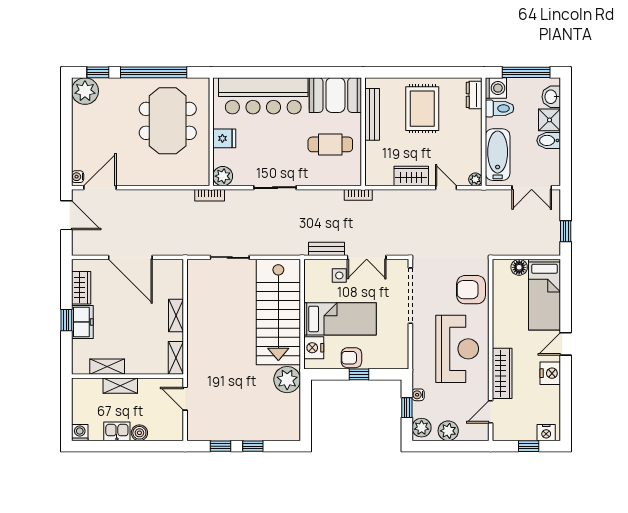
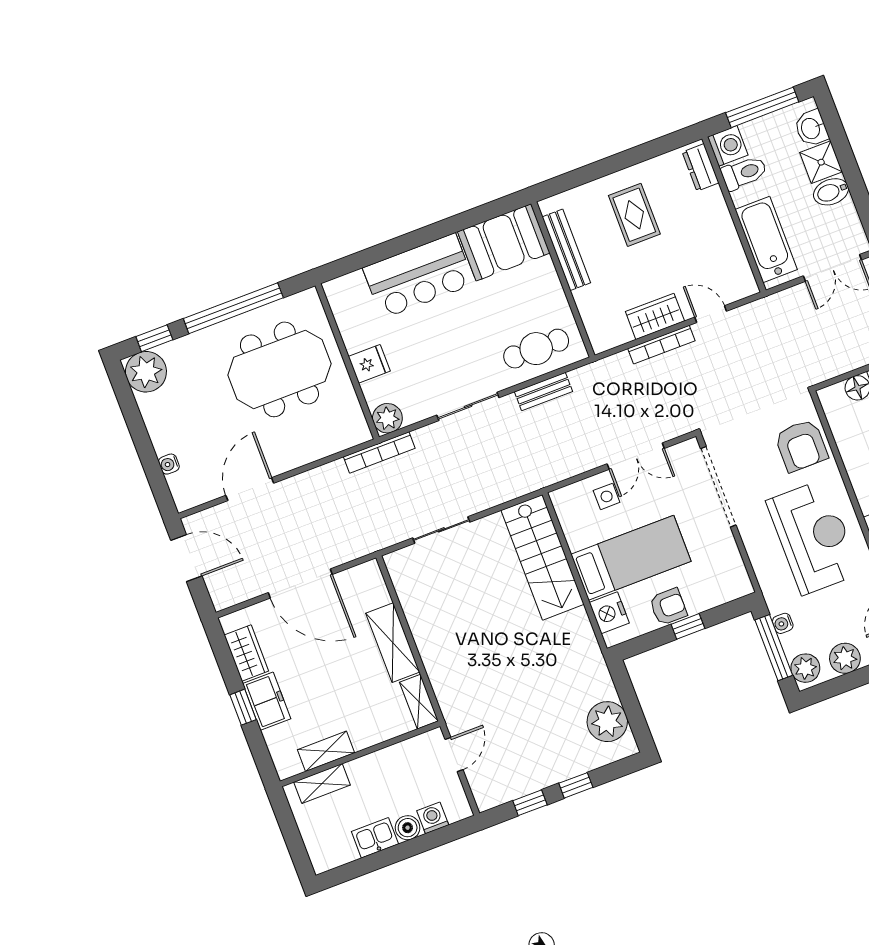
bar counter: (263, 96) -> (419, 276), width x0.73
rug: (422, 109) -> (634, 215), width x0.73, depth x0.70
meeting table: (168, 121) -> (279, 369), turned 90
cafe table: (330, 144) -> (536, 349), moved
water cooler: (78, 177) -> (169, 464), moved
plant: (475, 179) -> (748, 287), removed
door: (100, 188) -> (250, 489), moved
bookcase: (210, 195) -> (379, 452), width x1.56
bookcase: (358, 195) -> (661, 345), moved, width x1.56
bench: (327, 249) -> (543, 392), moved
armchair: (471, 290) -> (801, 446), turned -90
stairs: (278, 312) -> (543, 557), width x0.73, depth x0.66
shelving: (176, 316) -> (393, 643), width x1.50, depth x1.33
armchair: (351, 358) -> (668, 607), turned 180
plant: (287, 380) -> (607, 722), moved
shelving: (120, 386) -> (322, 784), moved
door: (185, 399) -> (454, 755), swing flipped
window: (407, 408) -> (774, 648), width x2.17
washing machine: (80, 433) -> (433, 818), moved

